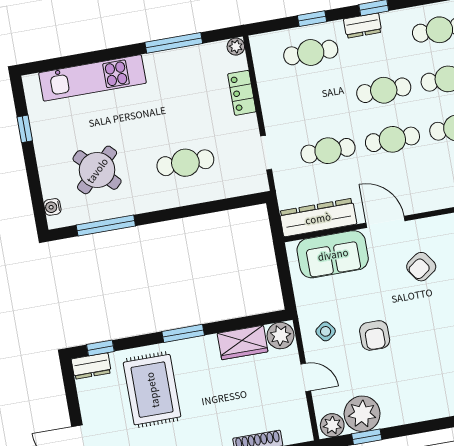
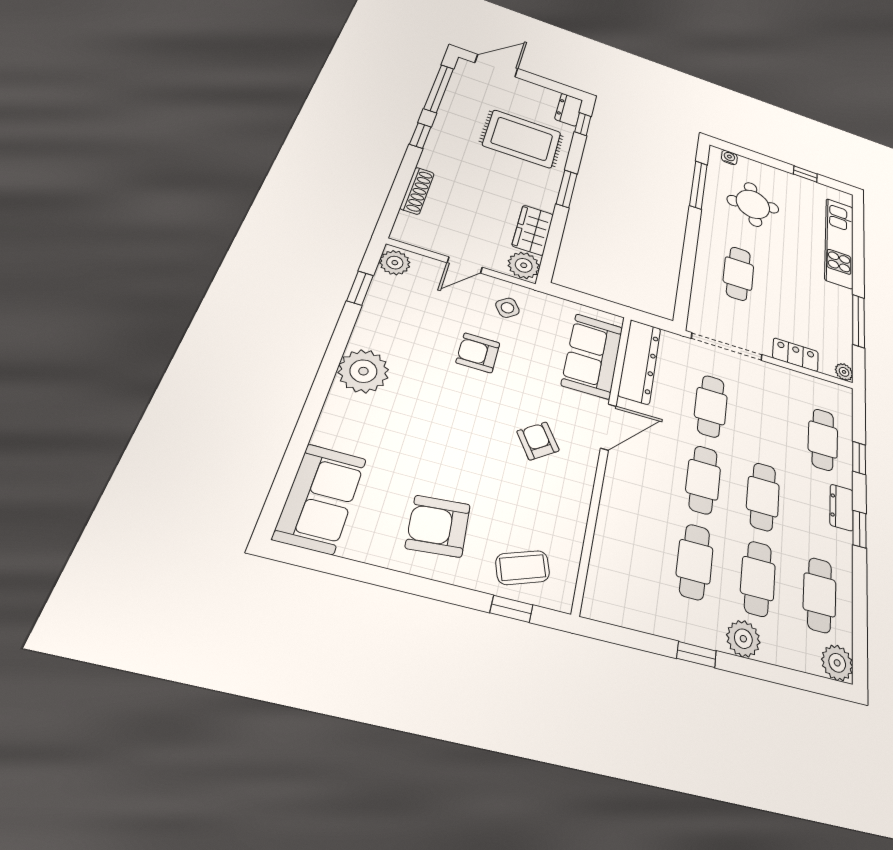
doorway: (266, 153) -> (727, 347), width x1.87
round table: (97, 170) -> (753, 204), turned 33
plant: (362, 414) -> (363, 371), moved

